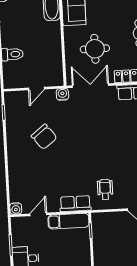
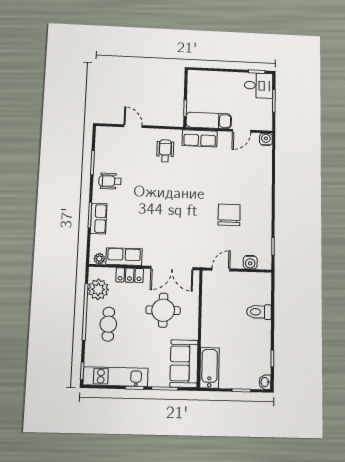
door: (36, 89) -> (221, 270), moved
water cooler: (62, 94) -> (250, 262), moved
chair: (44, 137) -> (229, 215), turned 38
wheelchair: (105, 189) -> (165, 151), turned 180

